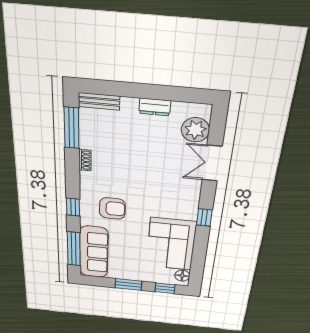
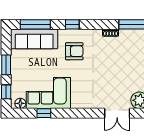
double door: (212, 163) -> (117, 113), swing flipped
armchair: (112, 208) -> (74, 51), turned -90
window: (204, 217) -> (44, 113), moved

